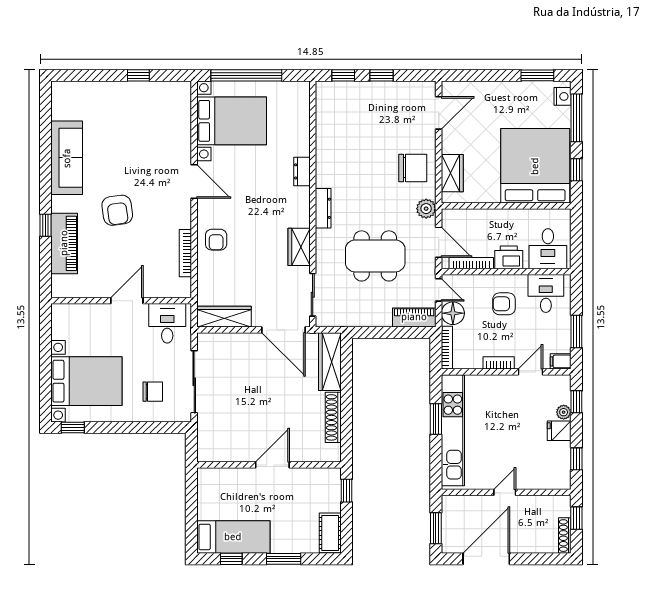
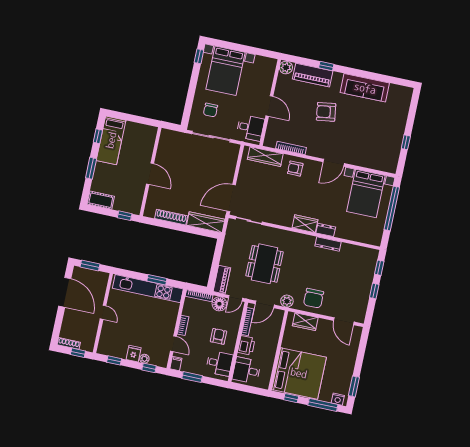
dresser: (323, 208) -> (328, 244), moved
wardrobe: (299, 247) -> (305, 224), moved
plant: (61, 288) -> (286, 68), added
wardrobe: (224, 317) -> (265, 157), moved, turned 90

